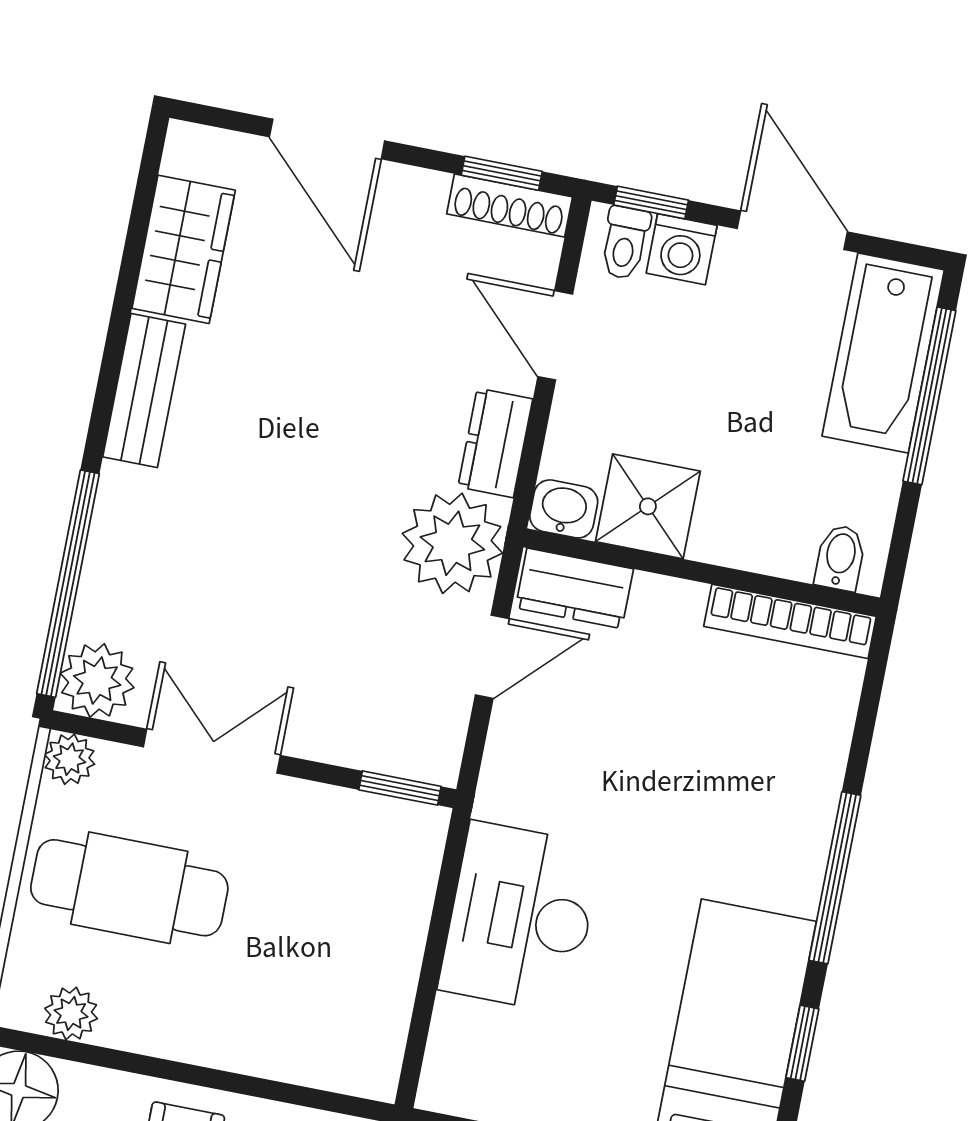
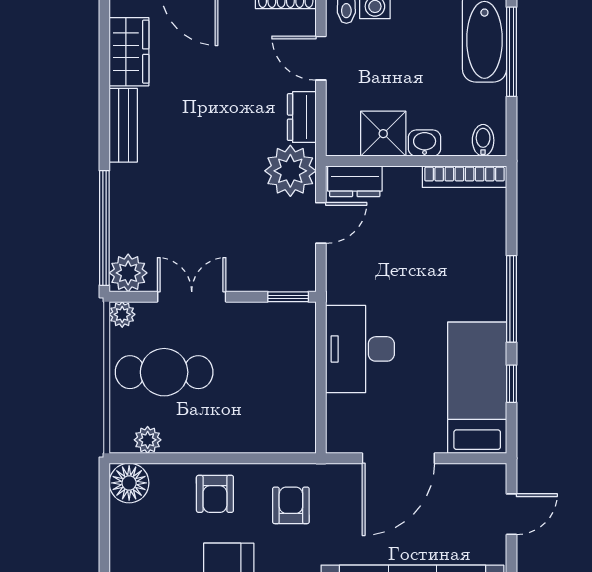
washbasin: (564, 509) -> (425, 143), moved

